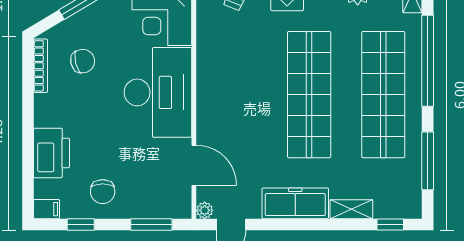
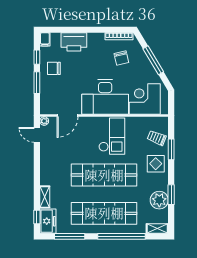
checkout: (234, 80) -> (112, 136), added
freezer: (295, 203) -> (48, 221), moved, width x0.71
window: (151, 224) -> (37, 83), moved

